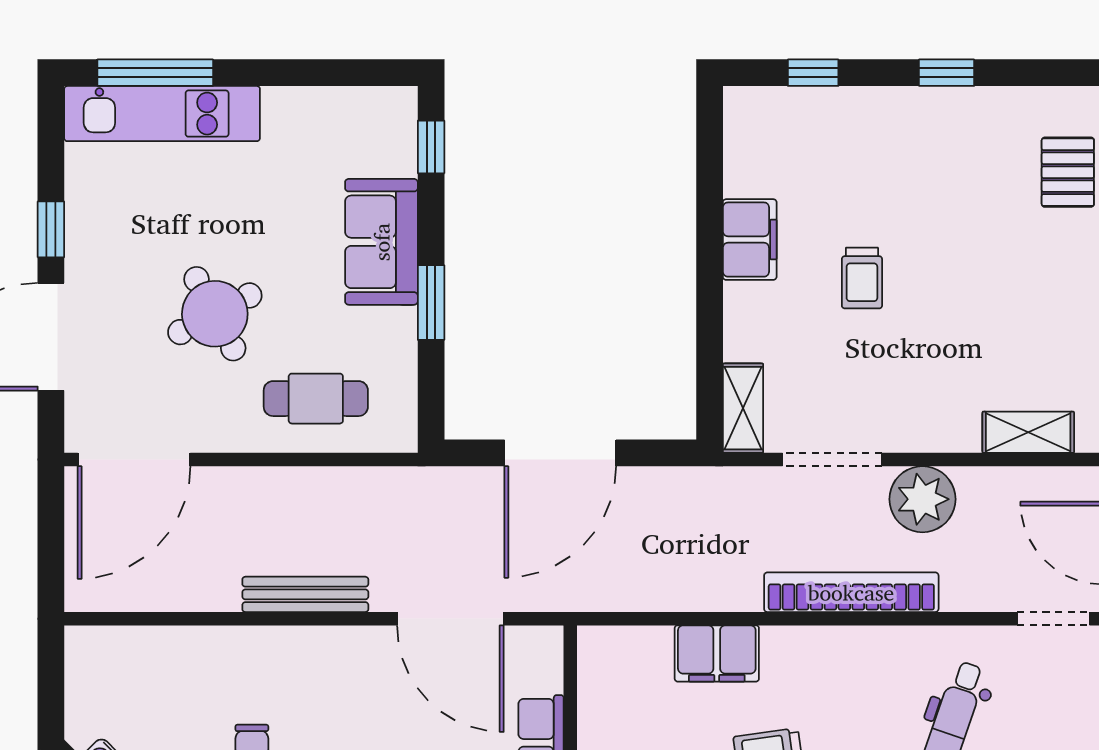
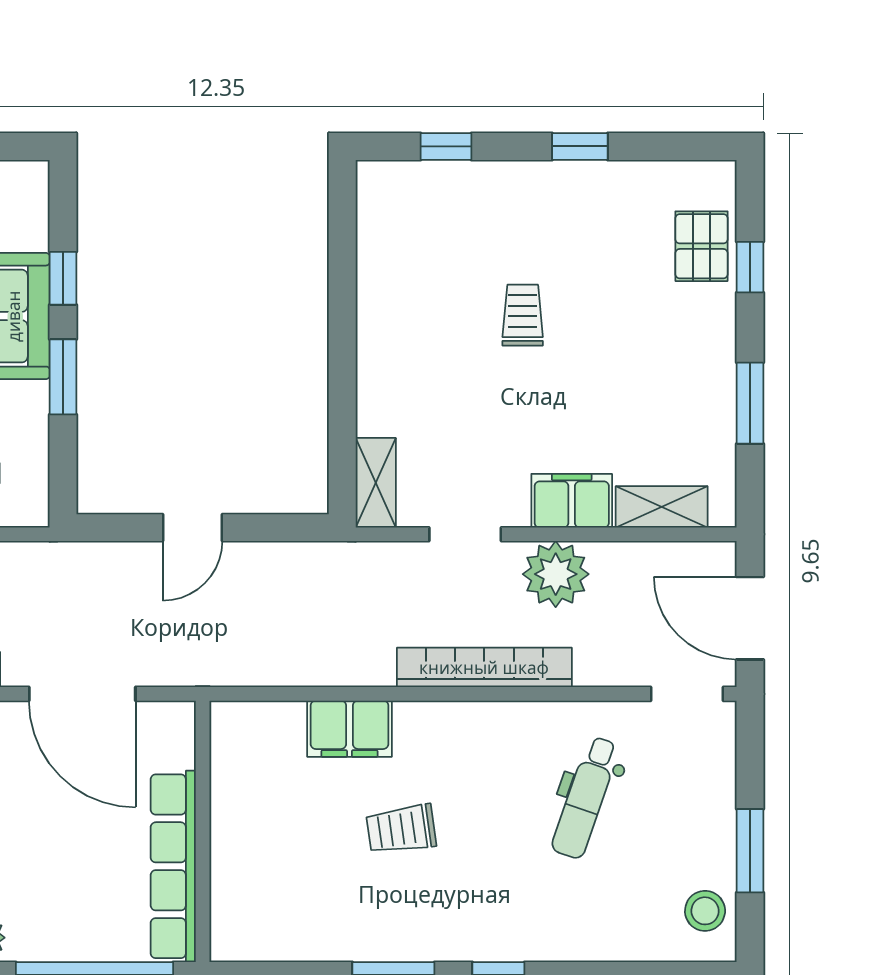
window: (431, 147) -> (63, 278), moved
filing cabinet: (750, 240) -> (572, 501), moved, turned -90
trolley: (862, 278) -> (523, 315), moved, turned 180
door: (560, 453) -> (192, 528), width x0.53
doorway: (832, 460) -> (465, 534), width x0.73

